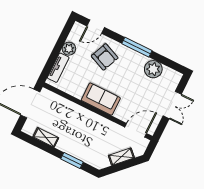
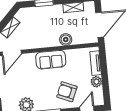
boiler: (73, 110) -> (66, 40), added

